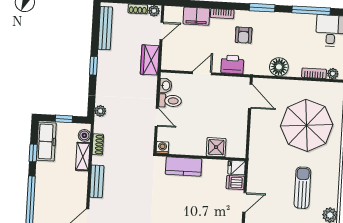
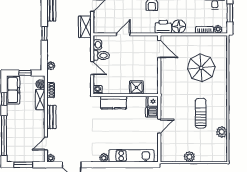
printer: (232, 65) -> (163, 27), moved
parasol: (307, 125) -> (201, 68), width x0.73, depth x0.73

